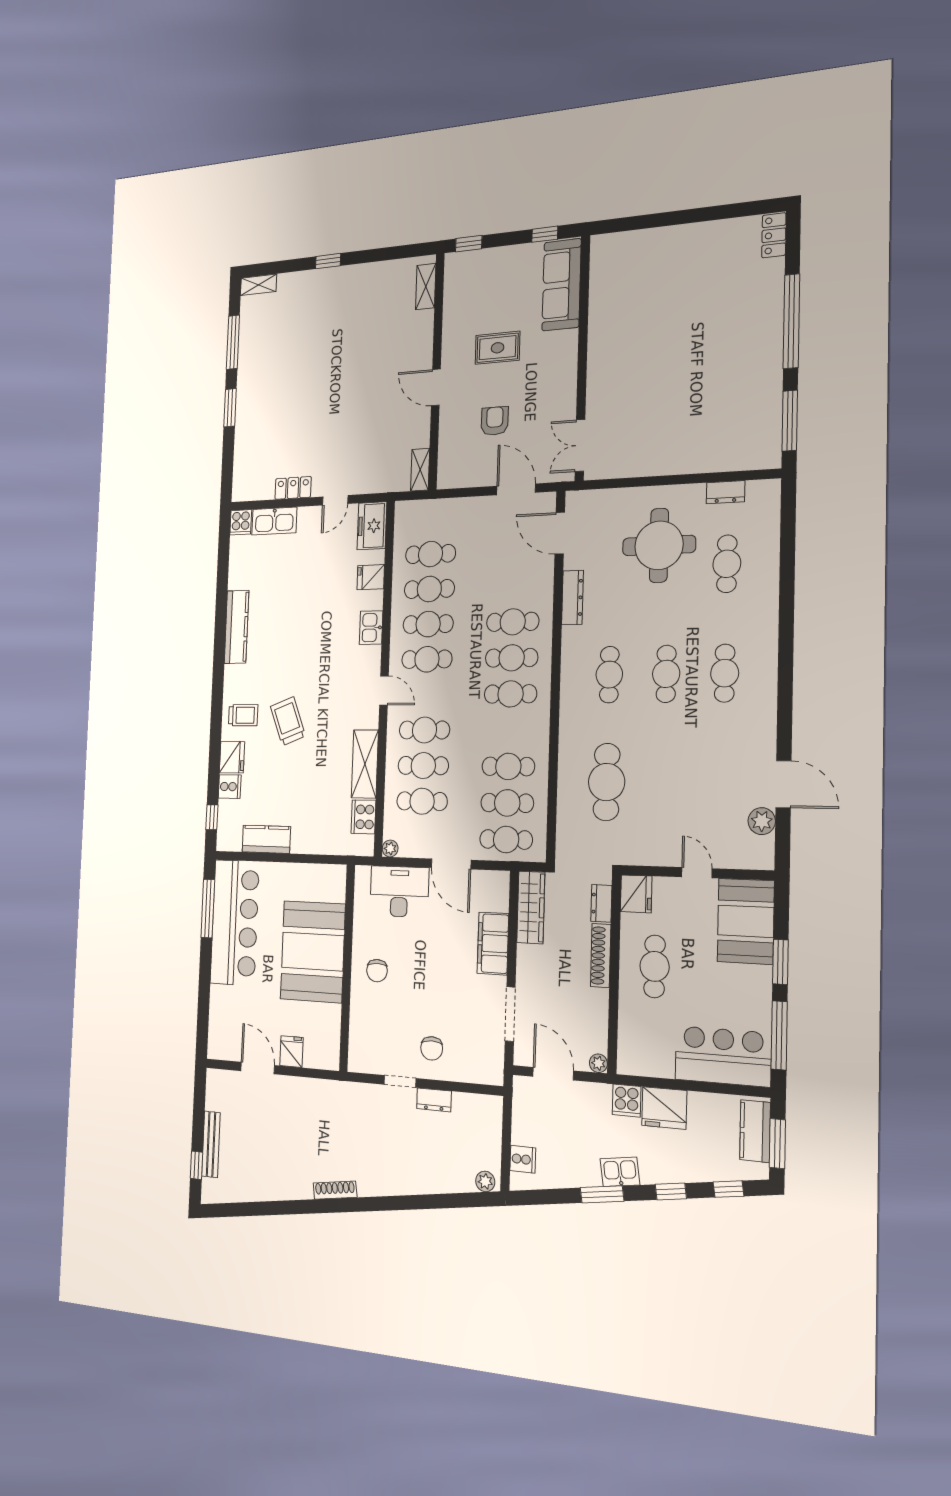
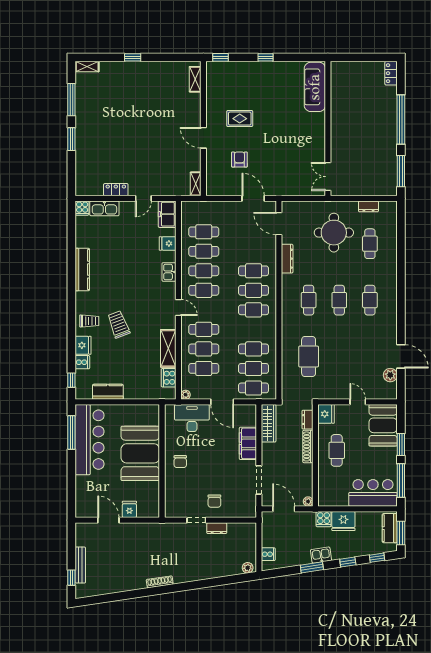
sofa: (562, 285) -> (315, 87), moved
wall: (582, 358) -> (328, 128), moved
double door: (580, 445) -> (328, 177), moved

